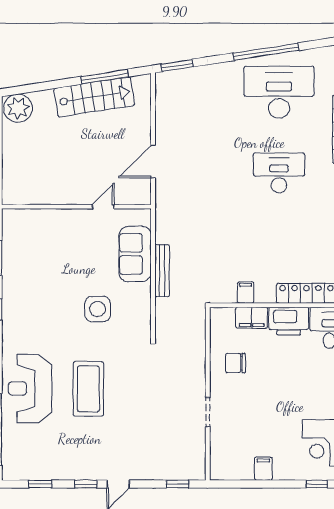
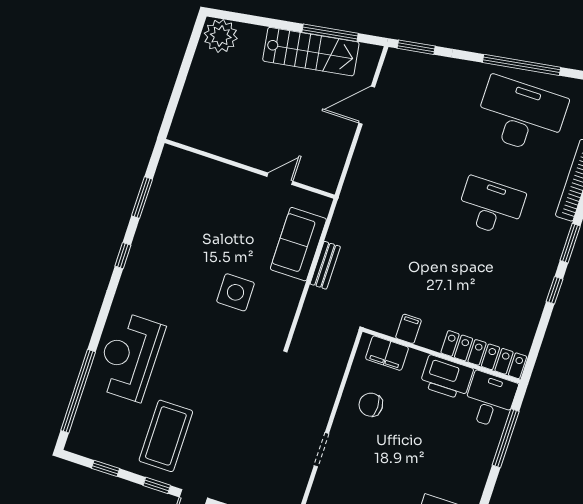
door: (153, 161) -> (367, 105), moved
bench: (162, 271) -> (325, 265), width x0.73
filing cabinet: (252, 318) -> (387, 353), moved
coffee table: (88, 389) -> (166, 436), moved

